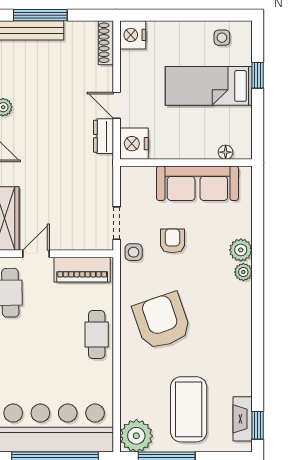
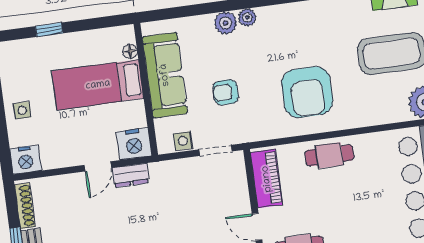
side table: (222, 38) -> (22, 110), moved
shoe rack: (106, 43) -> (25, 206), moved, turned -90
bed: (209, 86) -> (98, 85), moved, turned 90
side table: (134, 252) -> (183, 141), moved
armchair: (162, 321) -> (307, 92), turned -71

